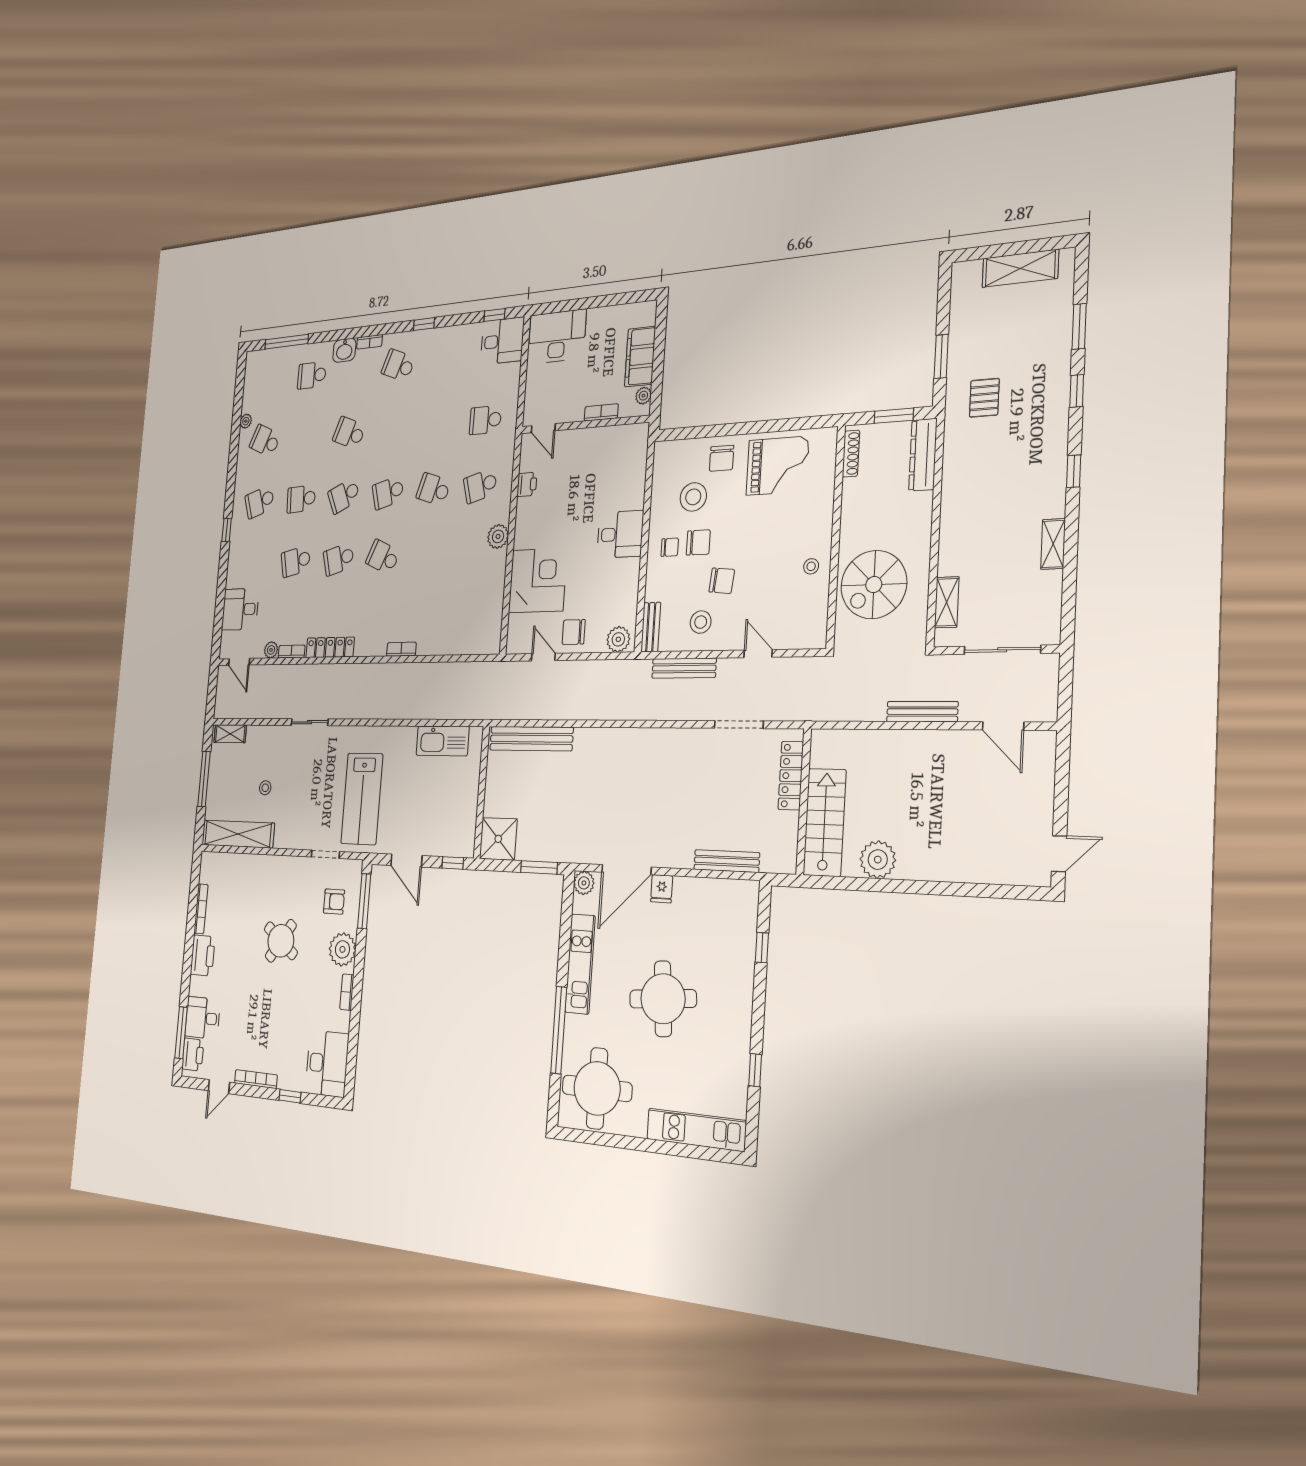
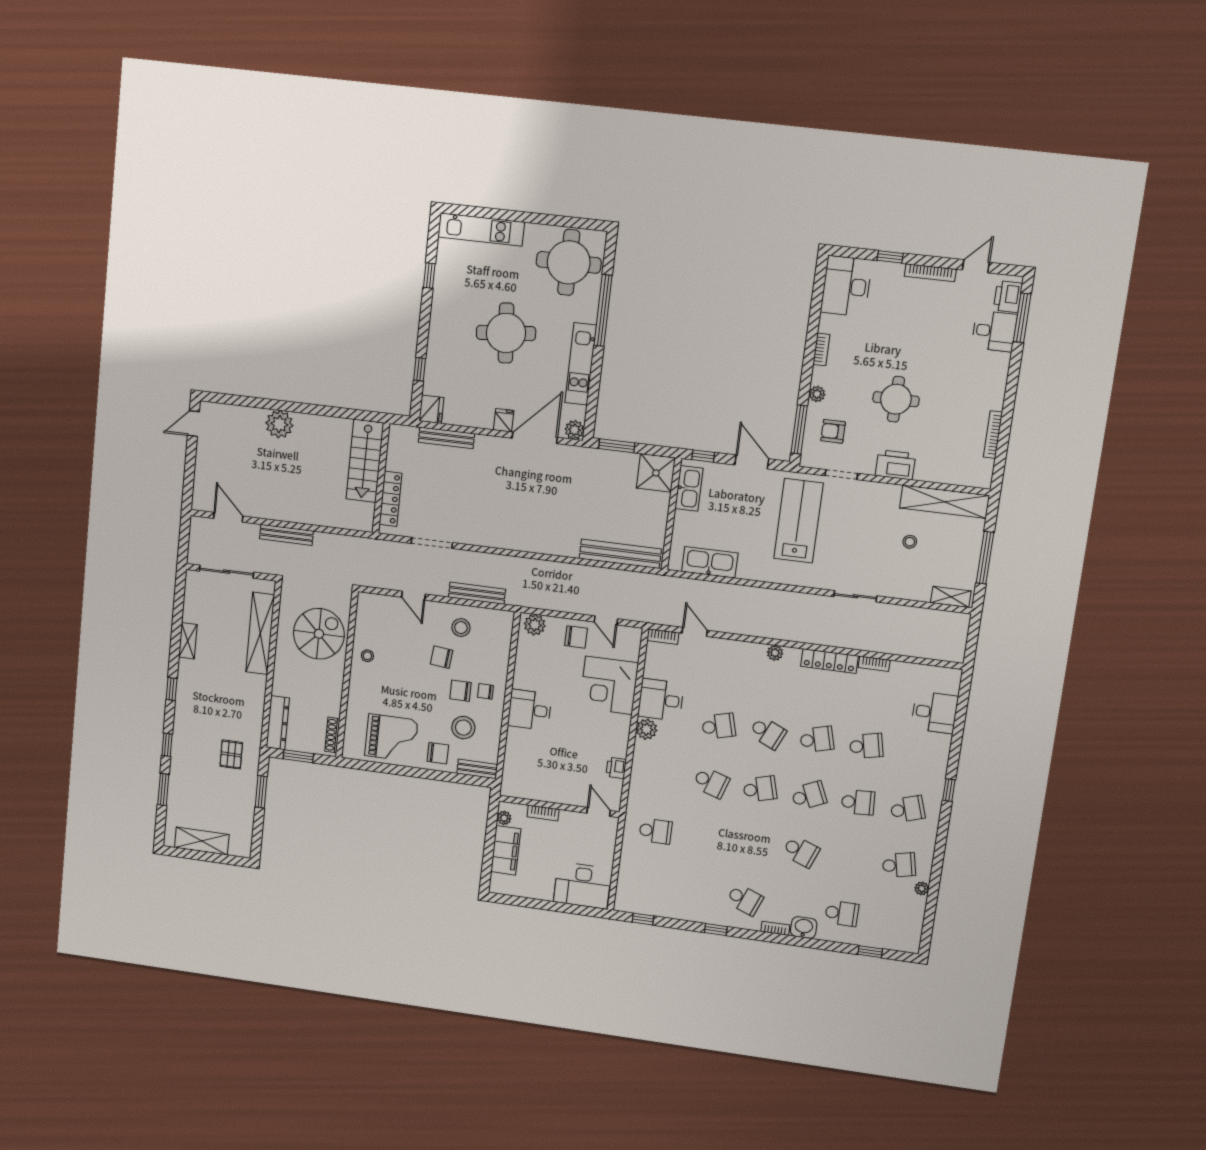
desk: (502, 341) -> (661, 700), moved
window: (287, 342) -> (870, 952), width x0.46
school desk: (265, 441) -> (899, 865), turned -36
chair: (722, 458) -> (438, 753), turned 90
grand piano: (777, 466) -> (391, 738), turned 180
school desk: (480, 486) -> (719, 726), moved
shelving: (947, 602) -> (260, 633), width x2.20, depth x1.33
bench: (651, 627) -> (477, 769), moved, turned 90
bookcase: (401, 649) -> (663, 637), moved
plant: (271, 650) -> (775, 653), moved
door: (239, 662) -> (695, 632), moved
kitchen sink: (465, 824) -> (689, 488), added
plant: (878, 860) -> (279, 424), moved
fridge: (746, 897) -> (431, 409), added
round table: (281, 941) -> (896, 399), turned -36
plant: (342, 949) -> (817, 394), width x0.53, depth x0.53
printer: (203, 956) -> (895, 465), moved, turned 90

